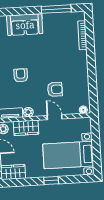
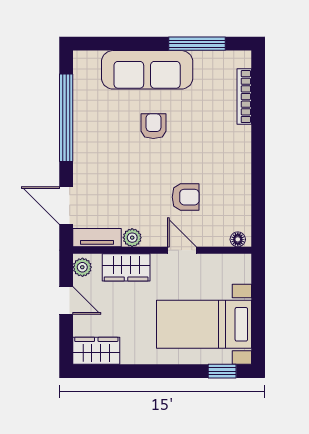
sofa: (25, 25) -> (147, 70), width x1.36
armchair: (21, 75) -> (153, 126), moved
window: (51, 181) -> (222, 371), moved

